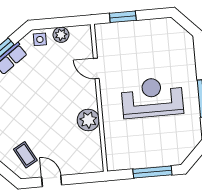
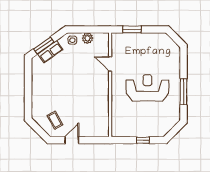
plant: (88, 120) -> (101, 100), removed
window: (152, 172) -> (143, 140), width x0.46
door: (52, 181) -> (72, 140), hinge flipped

